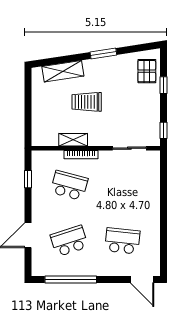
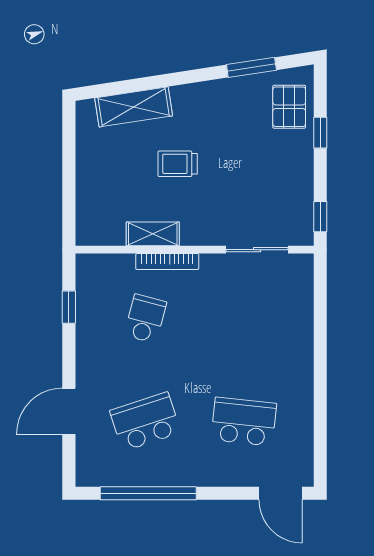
window: (103, 53) -> (251, 67), moved
trolley: (87, 102) -> (178, 164), width x0.73, depth x0.72
school desk: (69, 185) -> (145, 319), width x0.54

